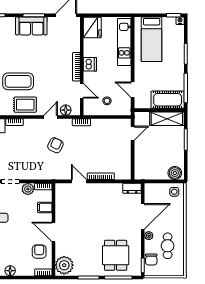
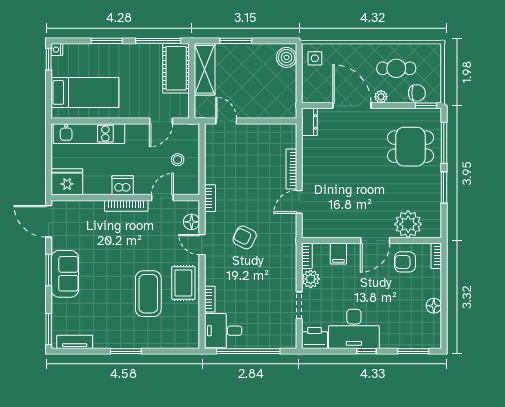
plant: (64, 265) -> (408, 224), moved

